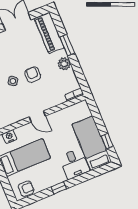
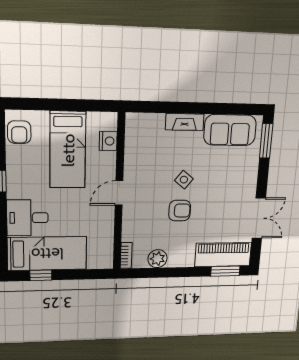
window: (67, 45) -> (225, 271), moved
plant: (64, 64) -> (157, 259), moved

